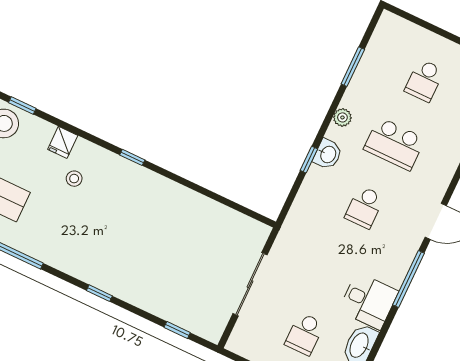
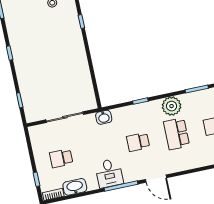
plant: (342, 117) -> (172, 106), width x1.88, depth x1.88
washbasin: (328, 154) -> (104, 117), moved
desk: (368, 301) -> (109, 173), moved

